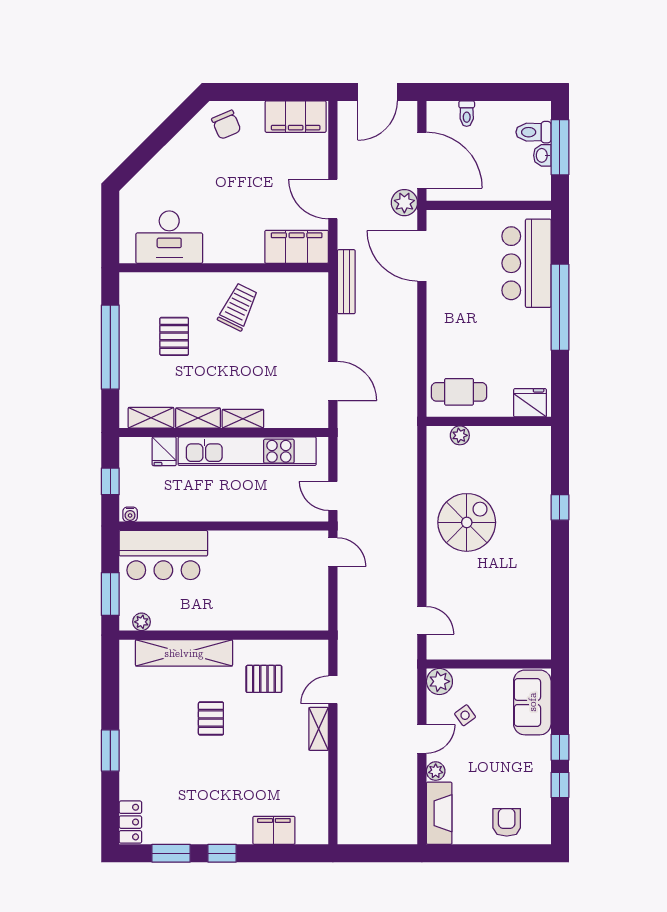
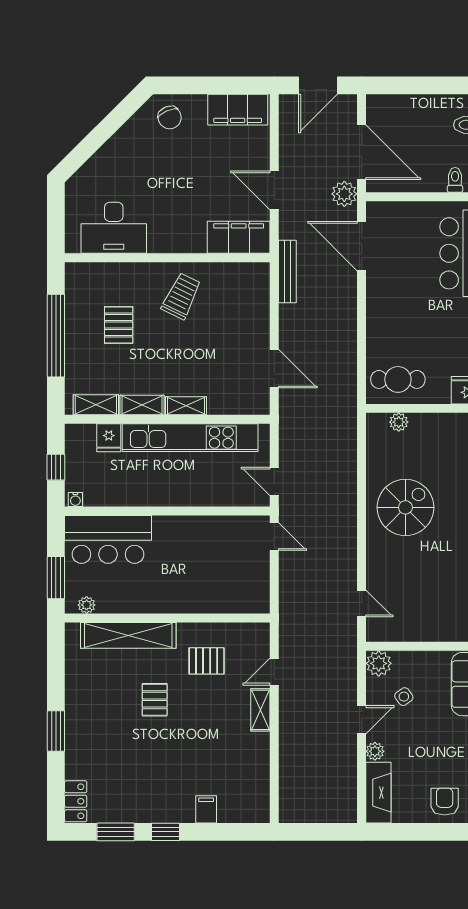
toilet: (467, 114) -> (455, 180), moved, turned 180
filing cabinet: (274, 830) -> (206, 809), width x0.50

